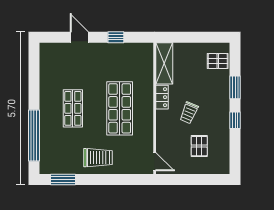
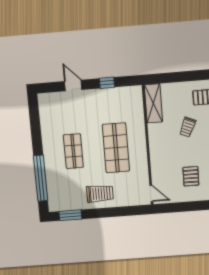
locker: (162, 97) -> (154, 135), removed
trolley: (189, 113) -> (188, 127), moved

